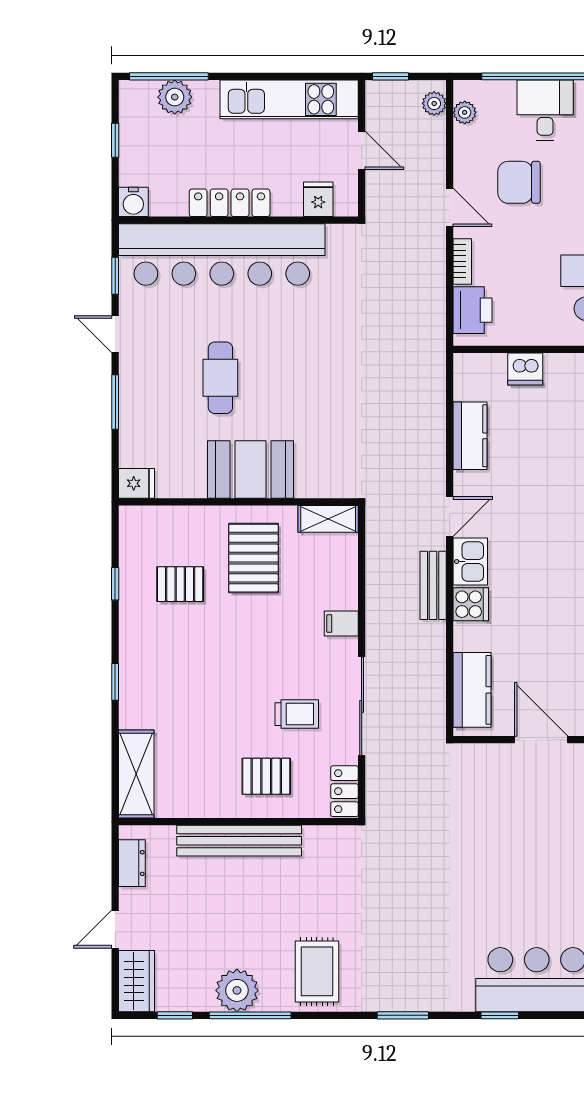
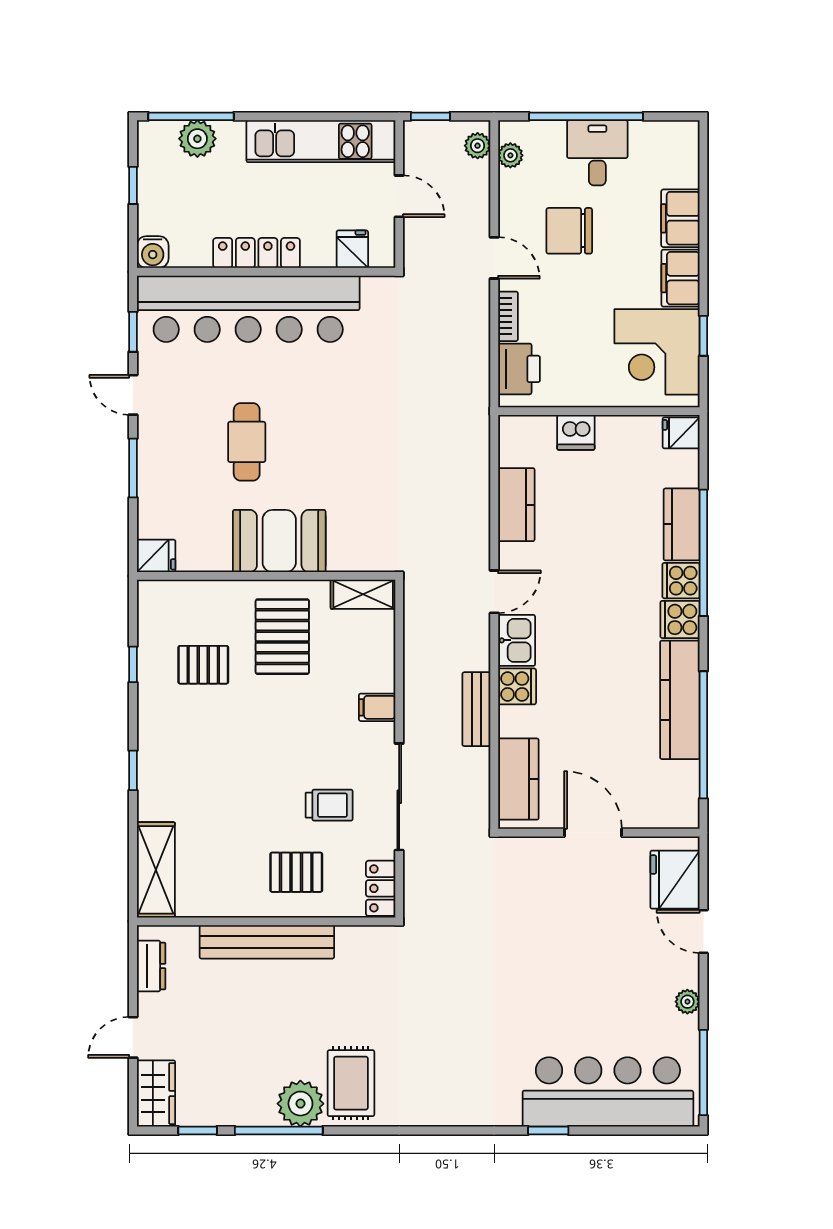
bench: (433, 585) -> (476, 709), moved
plant: (237, 990) -> (300, 1104), moved
window: (403, 1015) -> (444, 1130), removed

